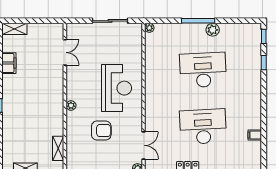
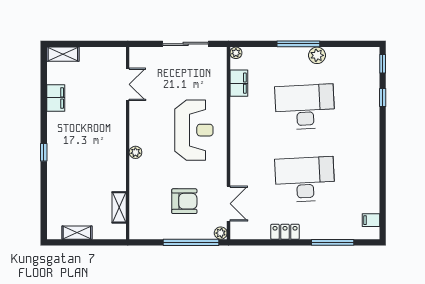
filing cabinet: (152, 51) -> (239, 83), added
armchair: (101, 131) -> (184, 201), moved
filing cabinet: (255, 135) -> (371, 220), moved

